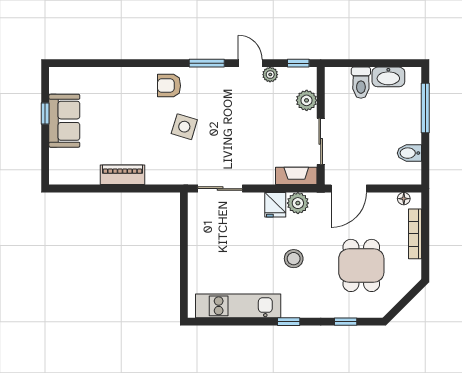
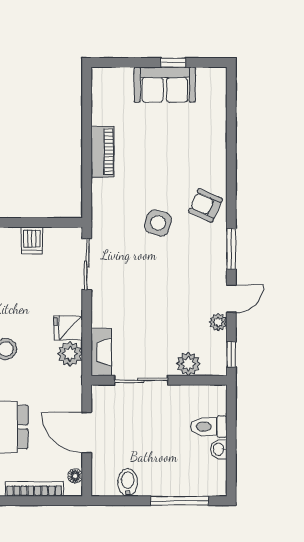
washbasin: (388, 77) -> (219, 449), width x0.52, depth x0.69
armchair: (169, 86) -> (205, 205), turned -66
door: (349, 189) -> (87, 432), moved
dishwasher: (199, 236) -> (32, 240), added

